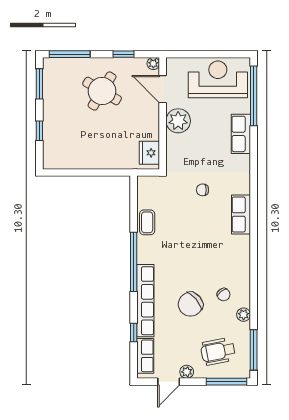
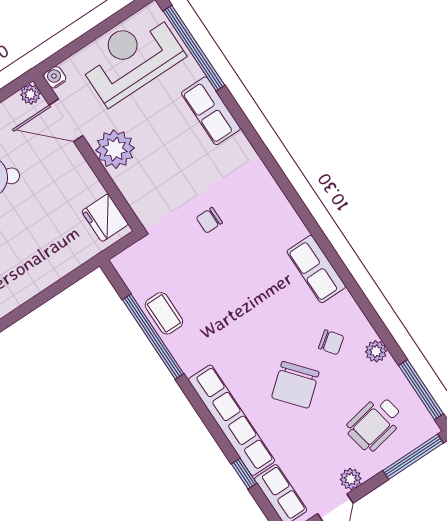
water cooler: (172, 63) -> (55, 77), added
row of seats: (241, 214) -> (316, 269), moved
window: (134, 262) -> (153, 337), moved

